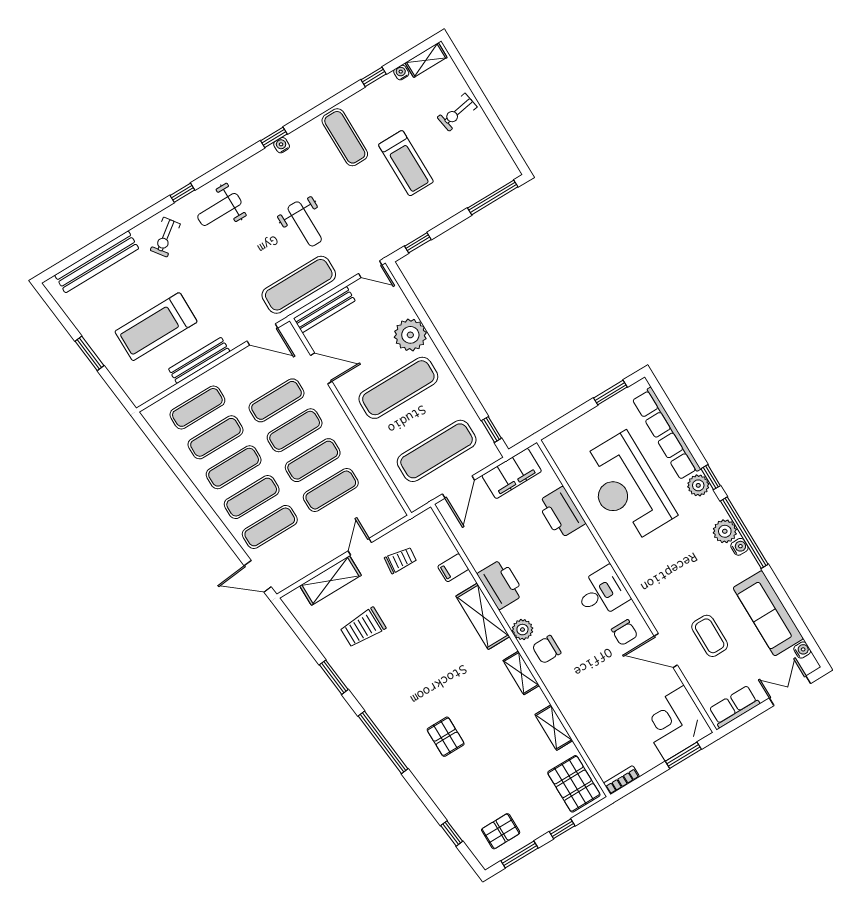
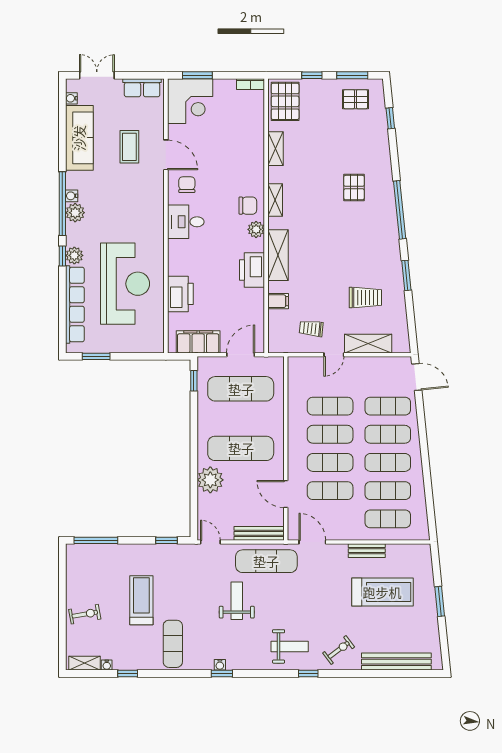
bench: (199, 360) -> (367, 551), width x0.73
double door: (790, 691) -> (97, 75), swing flipped

